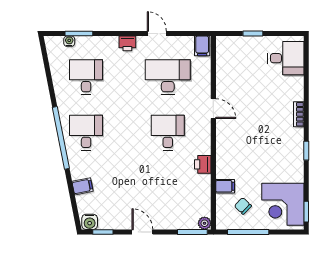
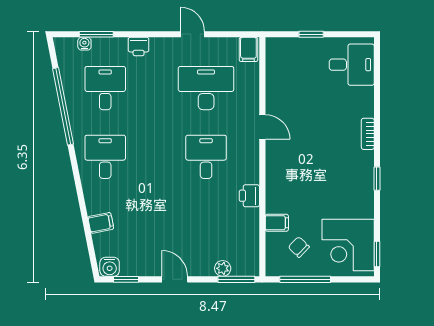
printer: (127, 43) -> (139, 46), moved
window: (61, 138) -> (63, 106), moved
plant: (205, 223) -> (223, 268), moved

